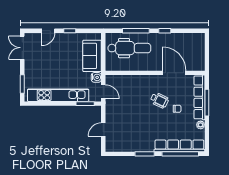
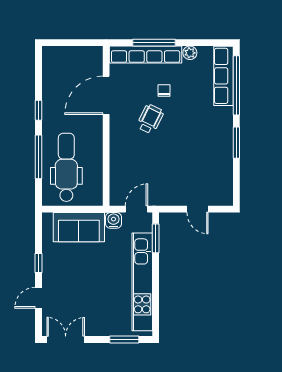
door: (48, 31) -> (38, 298), swing flipped
double door: (22, 48) -> (66, 339), swing flipped
row of seats: (179, 146) -> (223, 76), width x0.73

